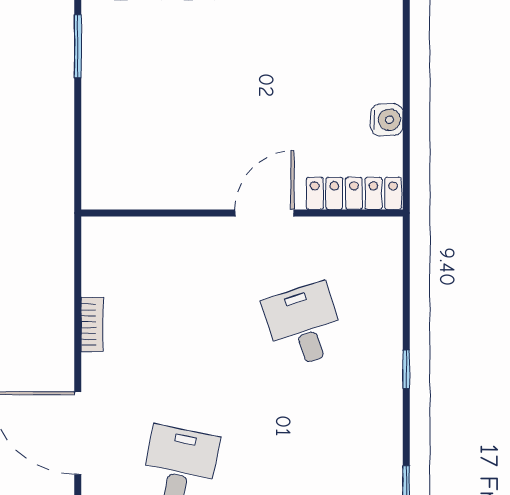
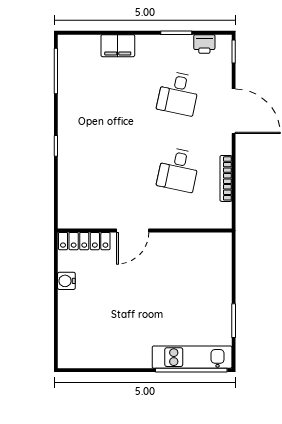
bookcase: (92, 324) -> (226, 178), width x1.56
desk: (304, 325) -> (178, 170), moved, turned 30

